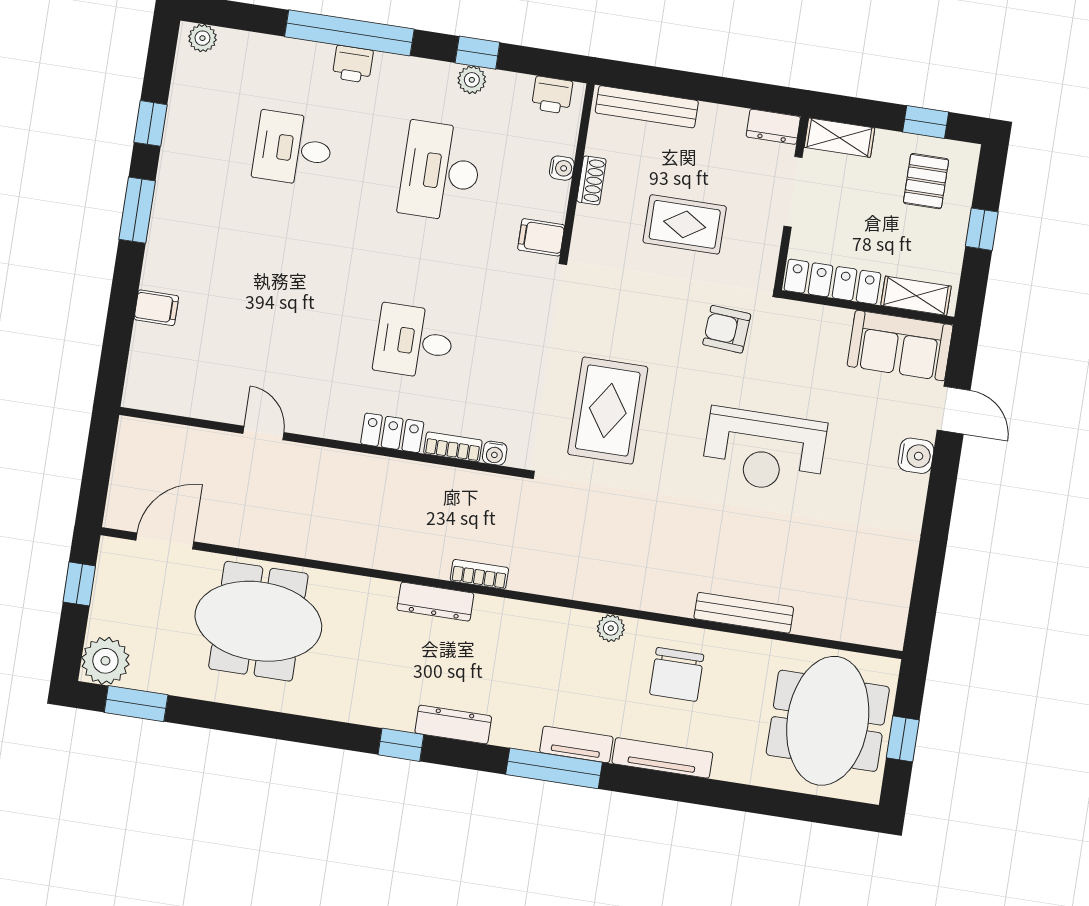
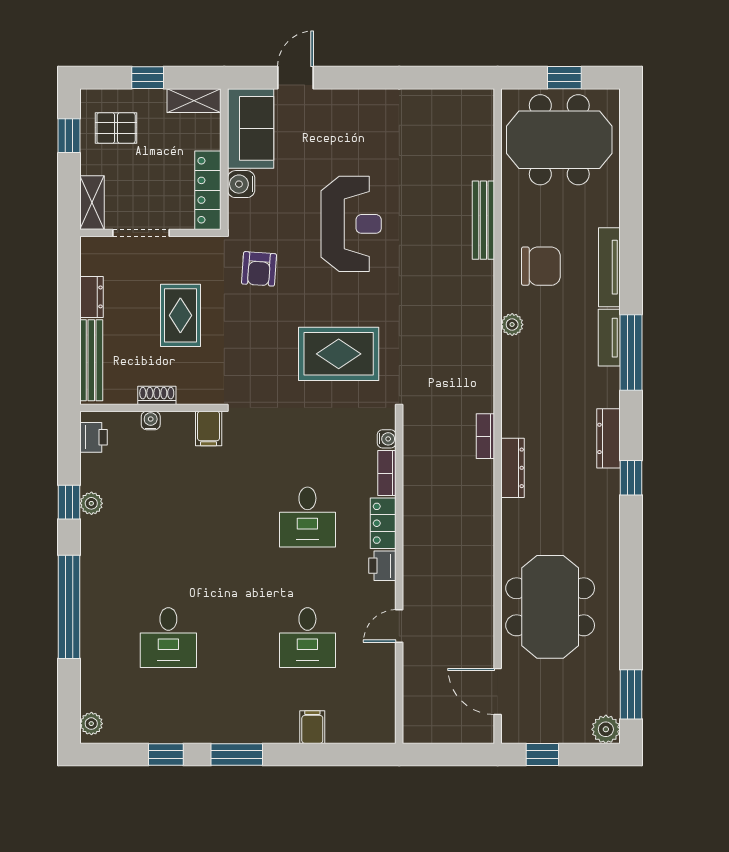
printer: (353, 64) -> (382, 566), moved, turned 180
dresser: (773, 127) -> (91, 297), moved
desk: (440, 171) -> (307, 638), moved, width x0.73
shelving: (916, 296) -> (194, 101), moved, turned 90
water cooler: (916, 456) -> (241, 184), moved, turned -90
plant: (105, 661) -> (606, 729), width x0.73, depth x0.73

